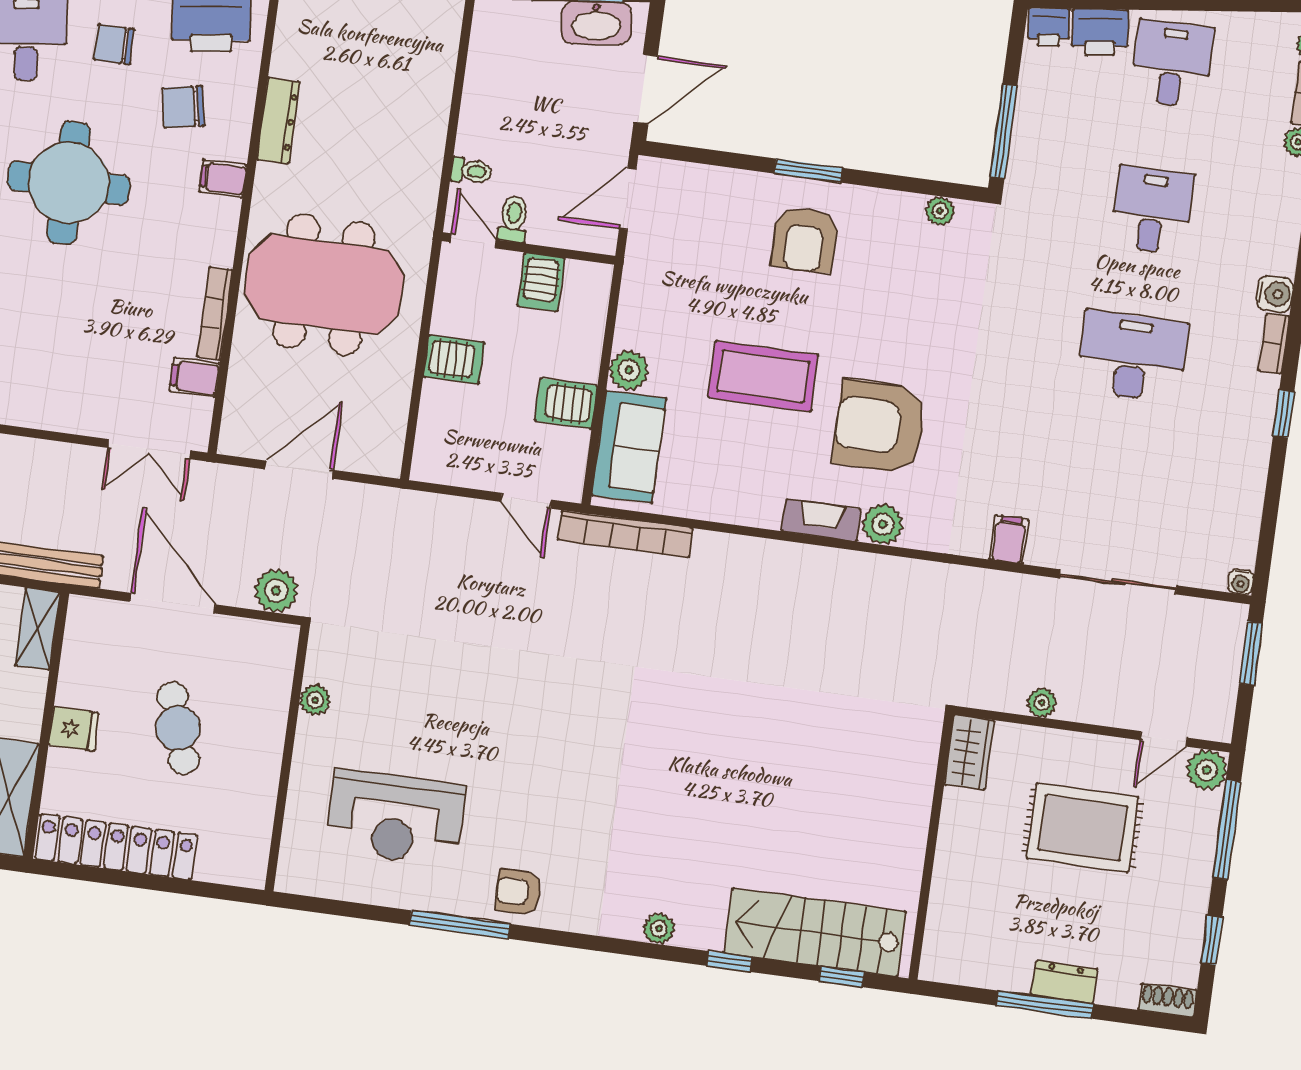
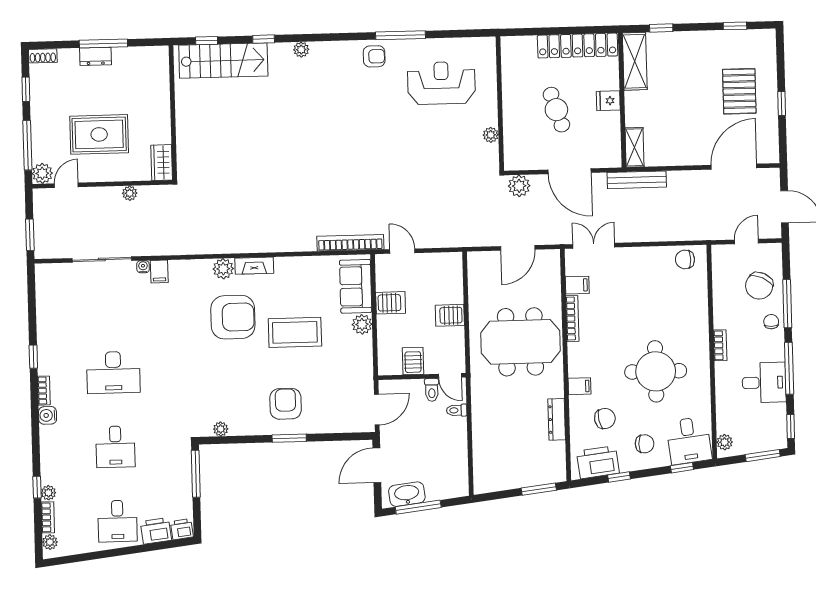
water cooler: (1241, 582) -> (143, 267), moved

